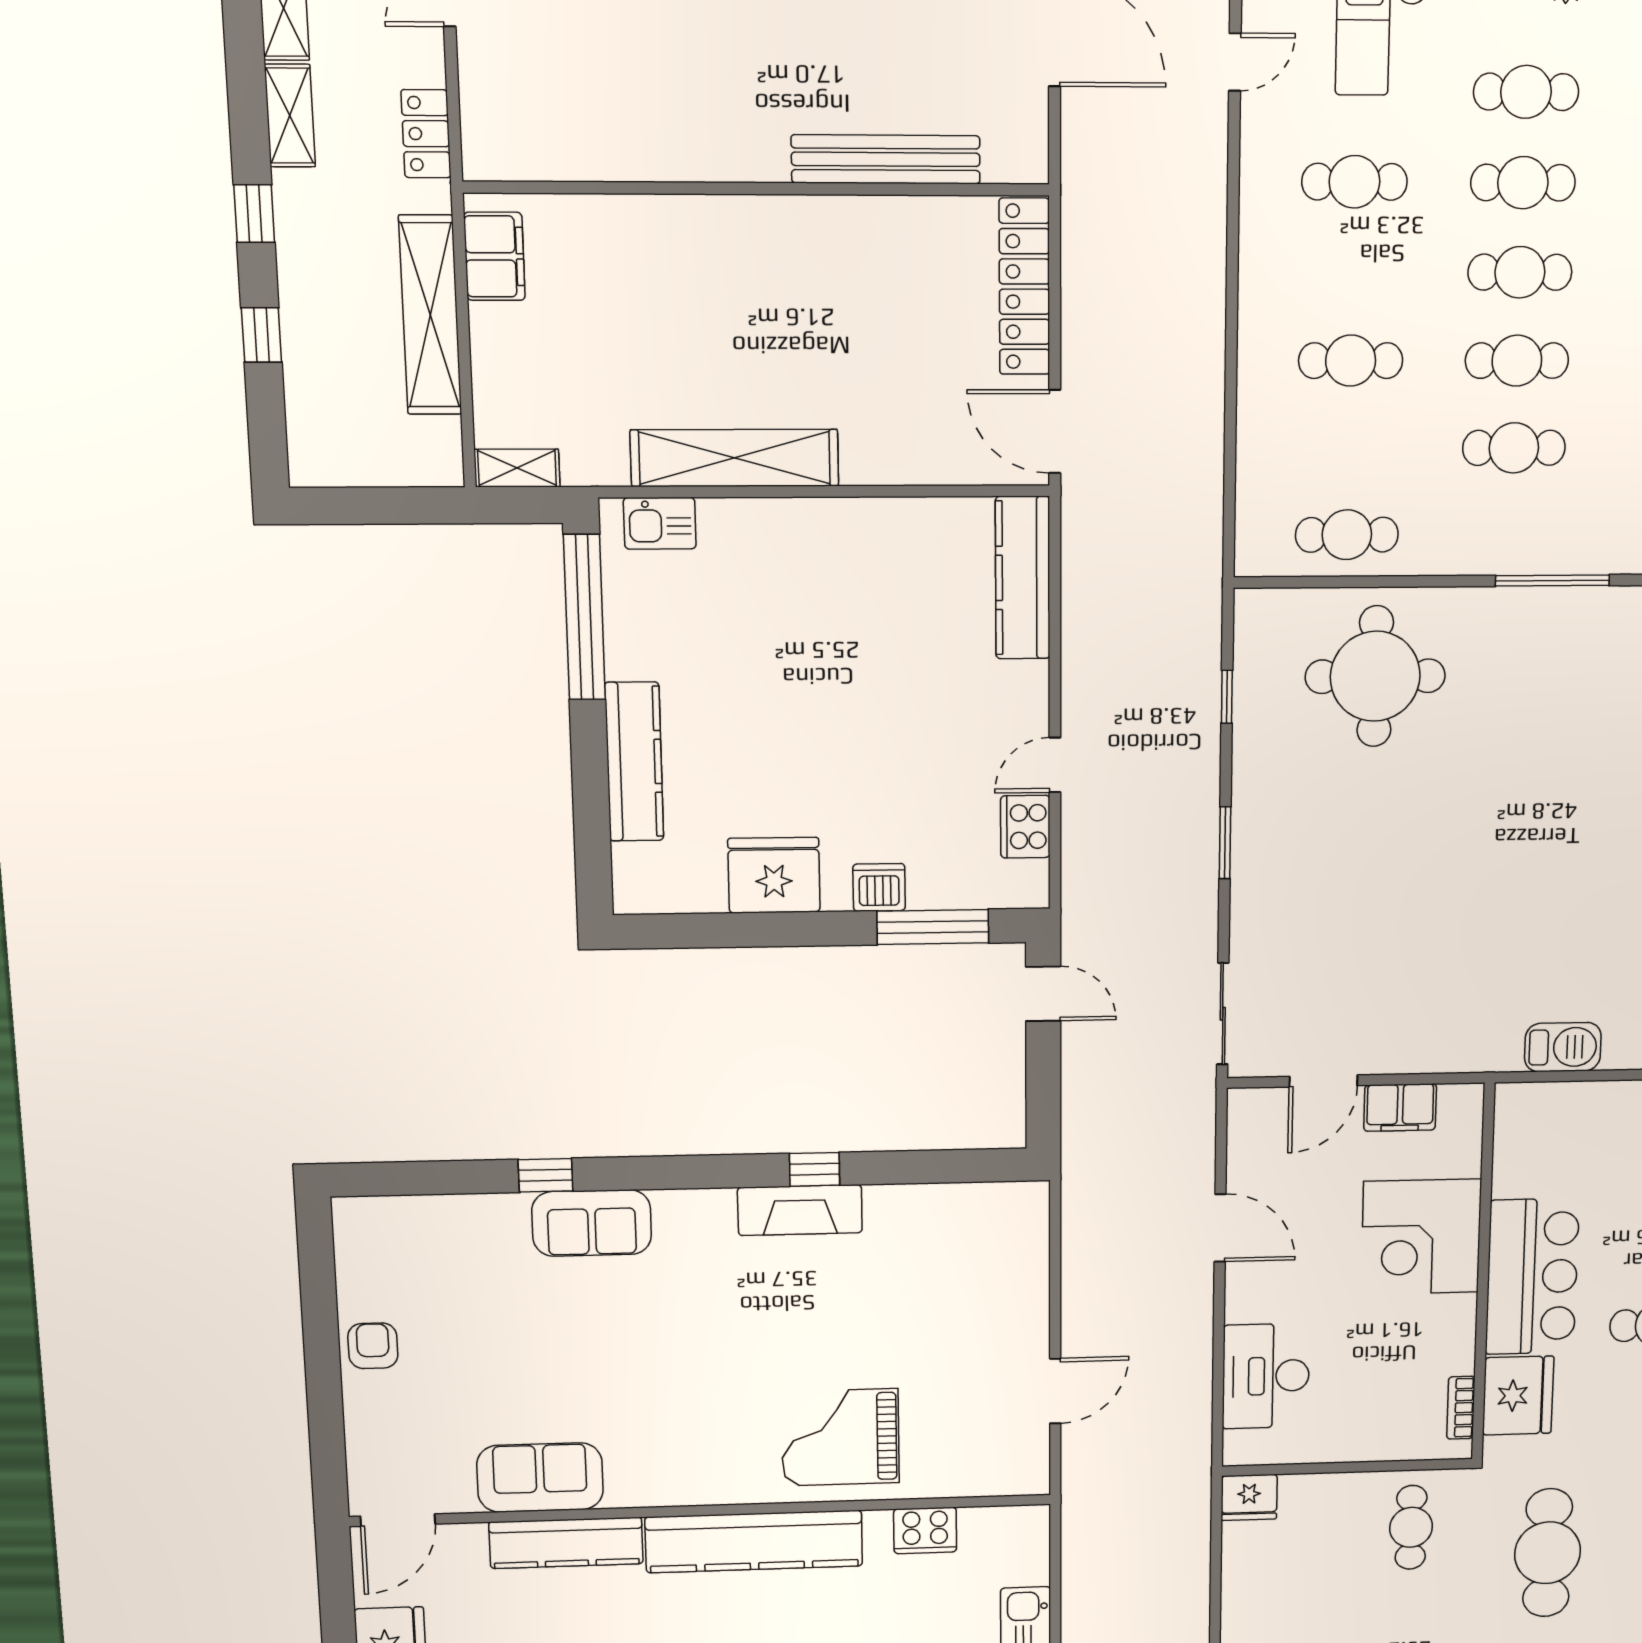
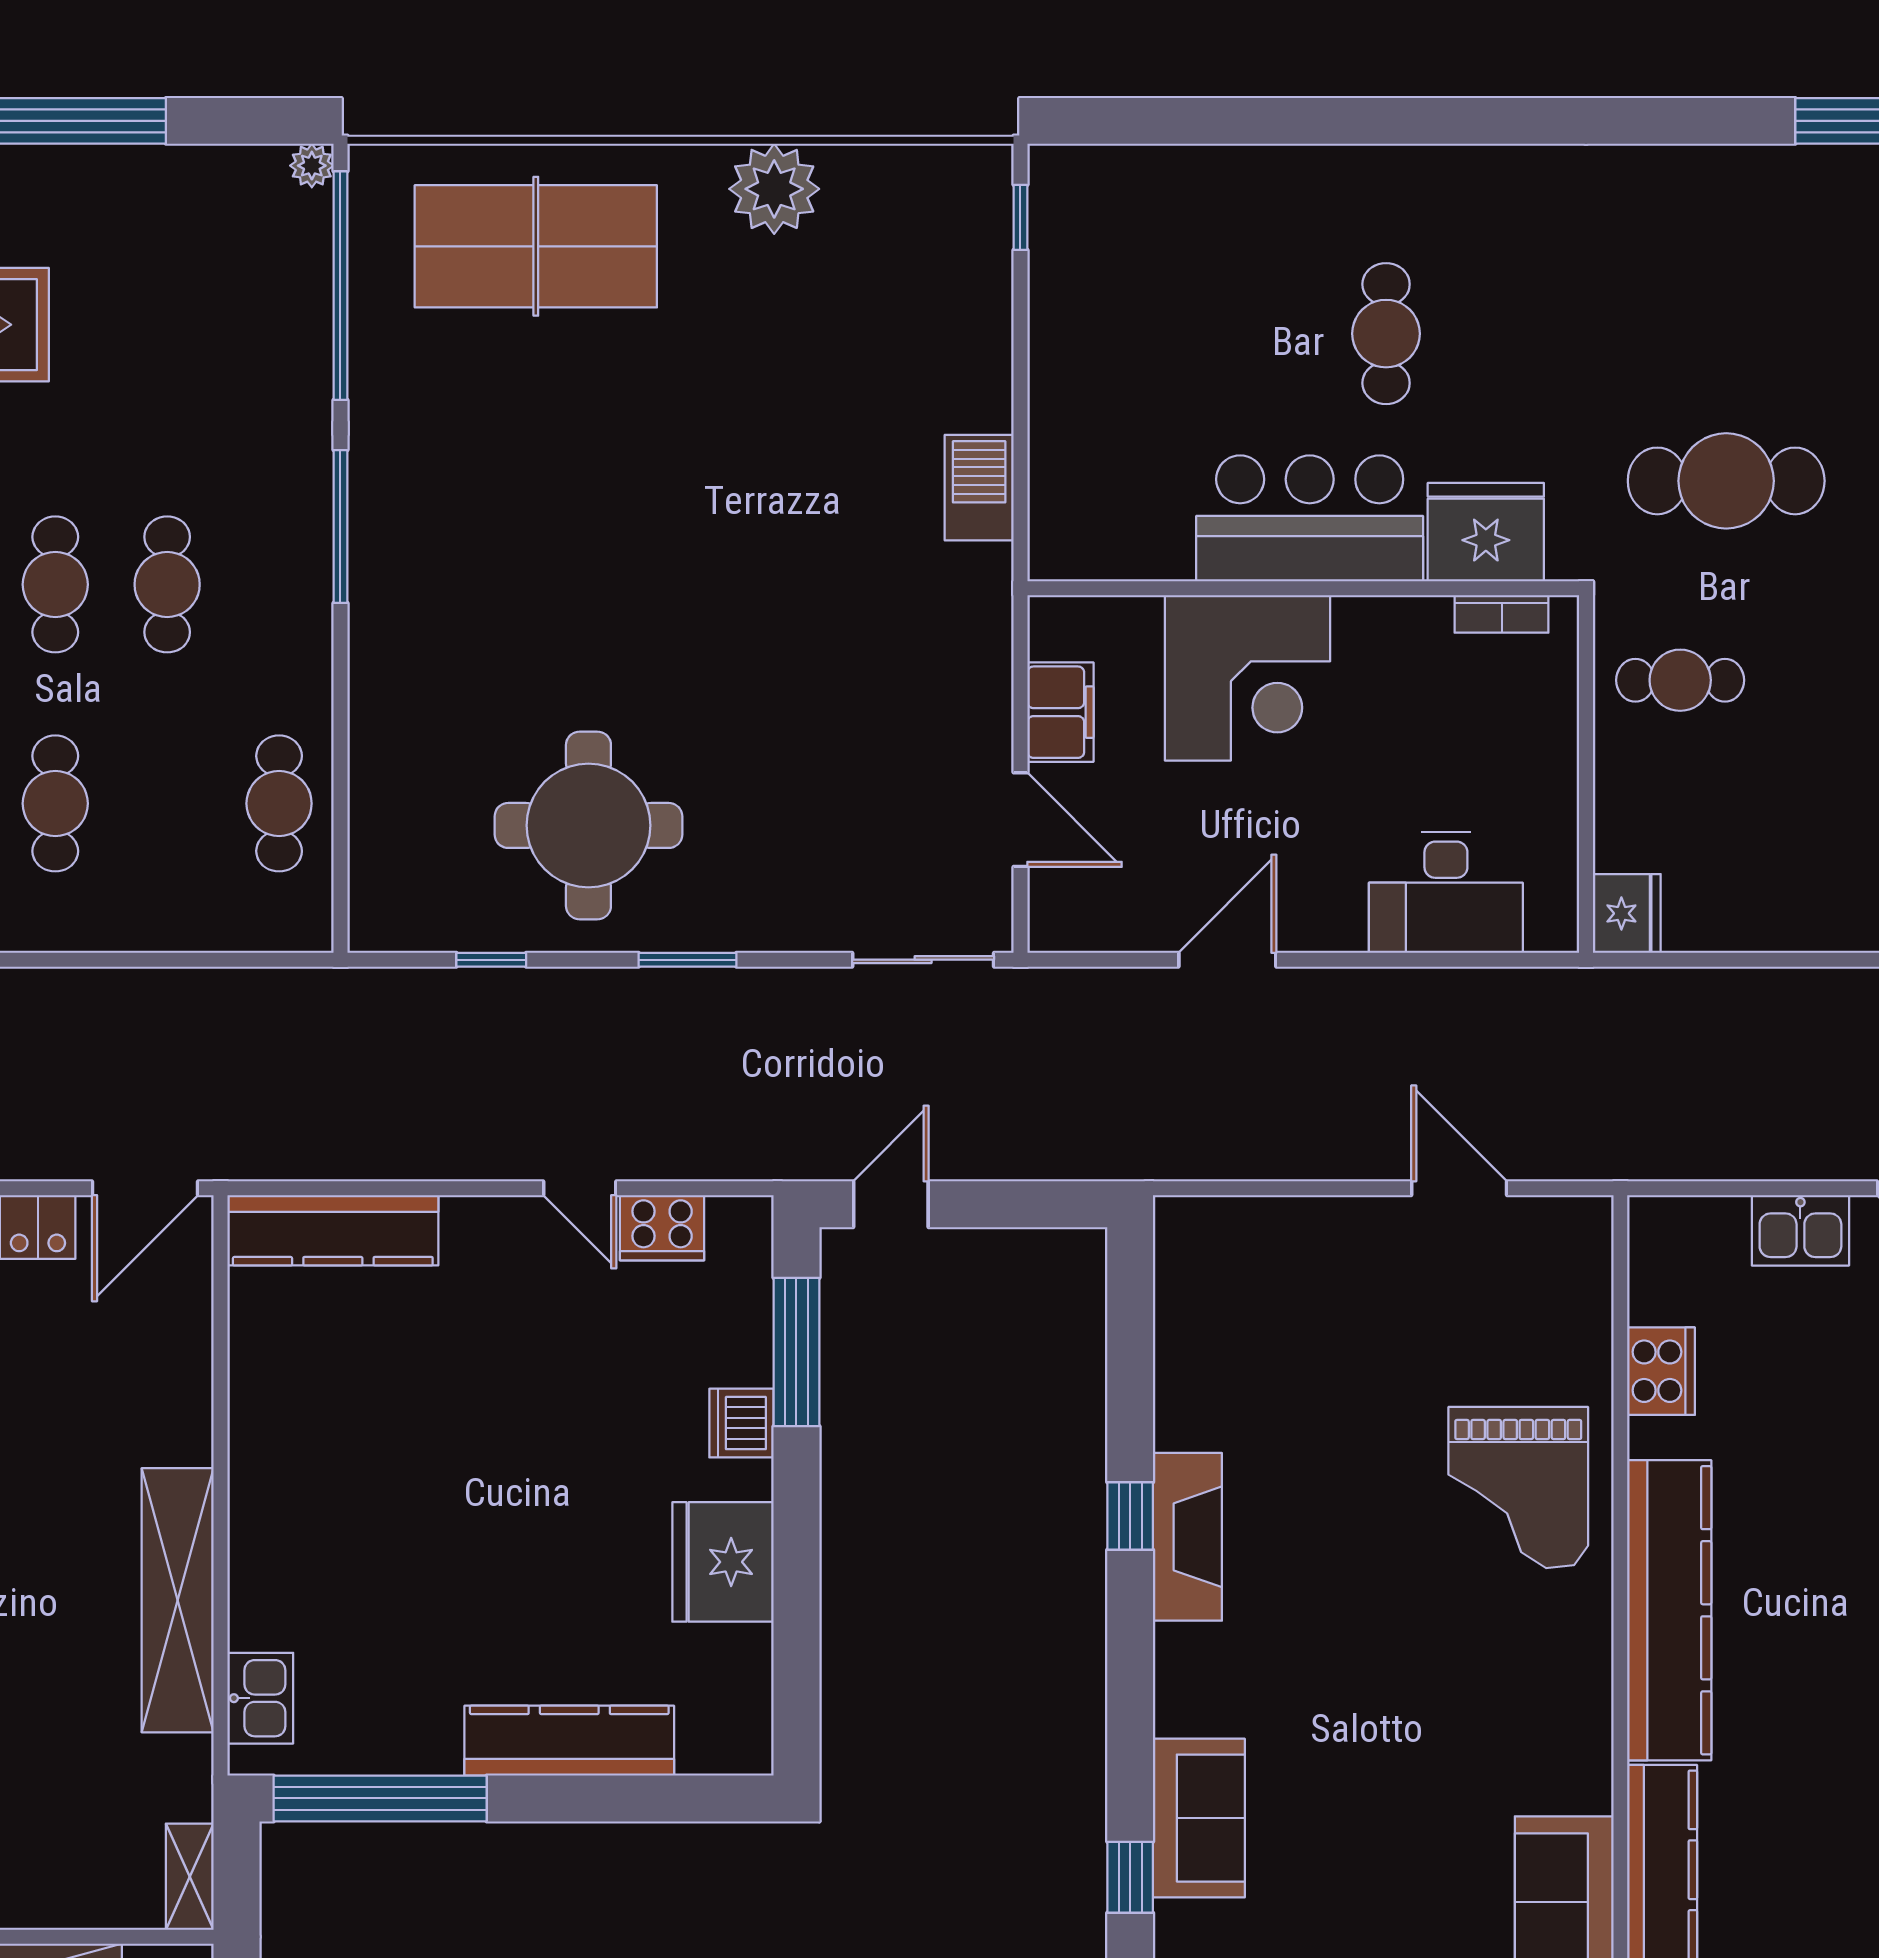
round table: (1375, 676) -> (588, 825), moved

